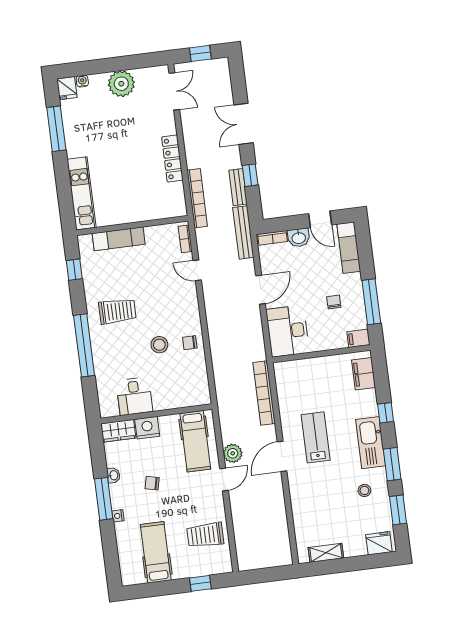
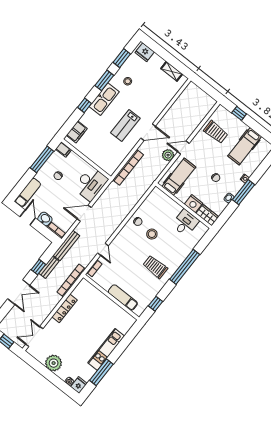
kitchen unit: (81, 193) -> (106, 349), moved

